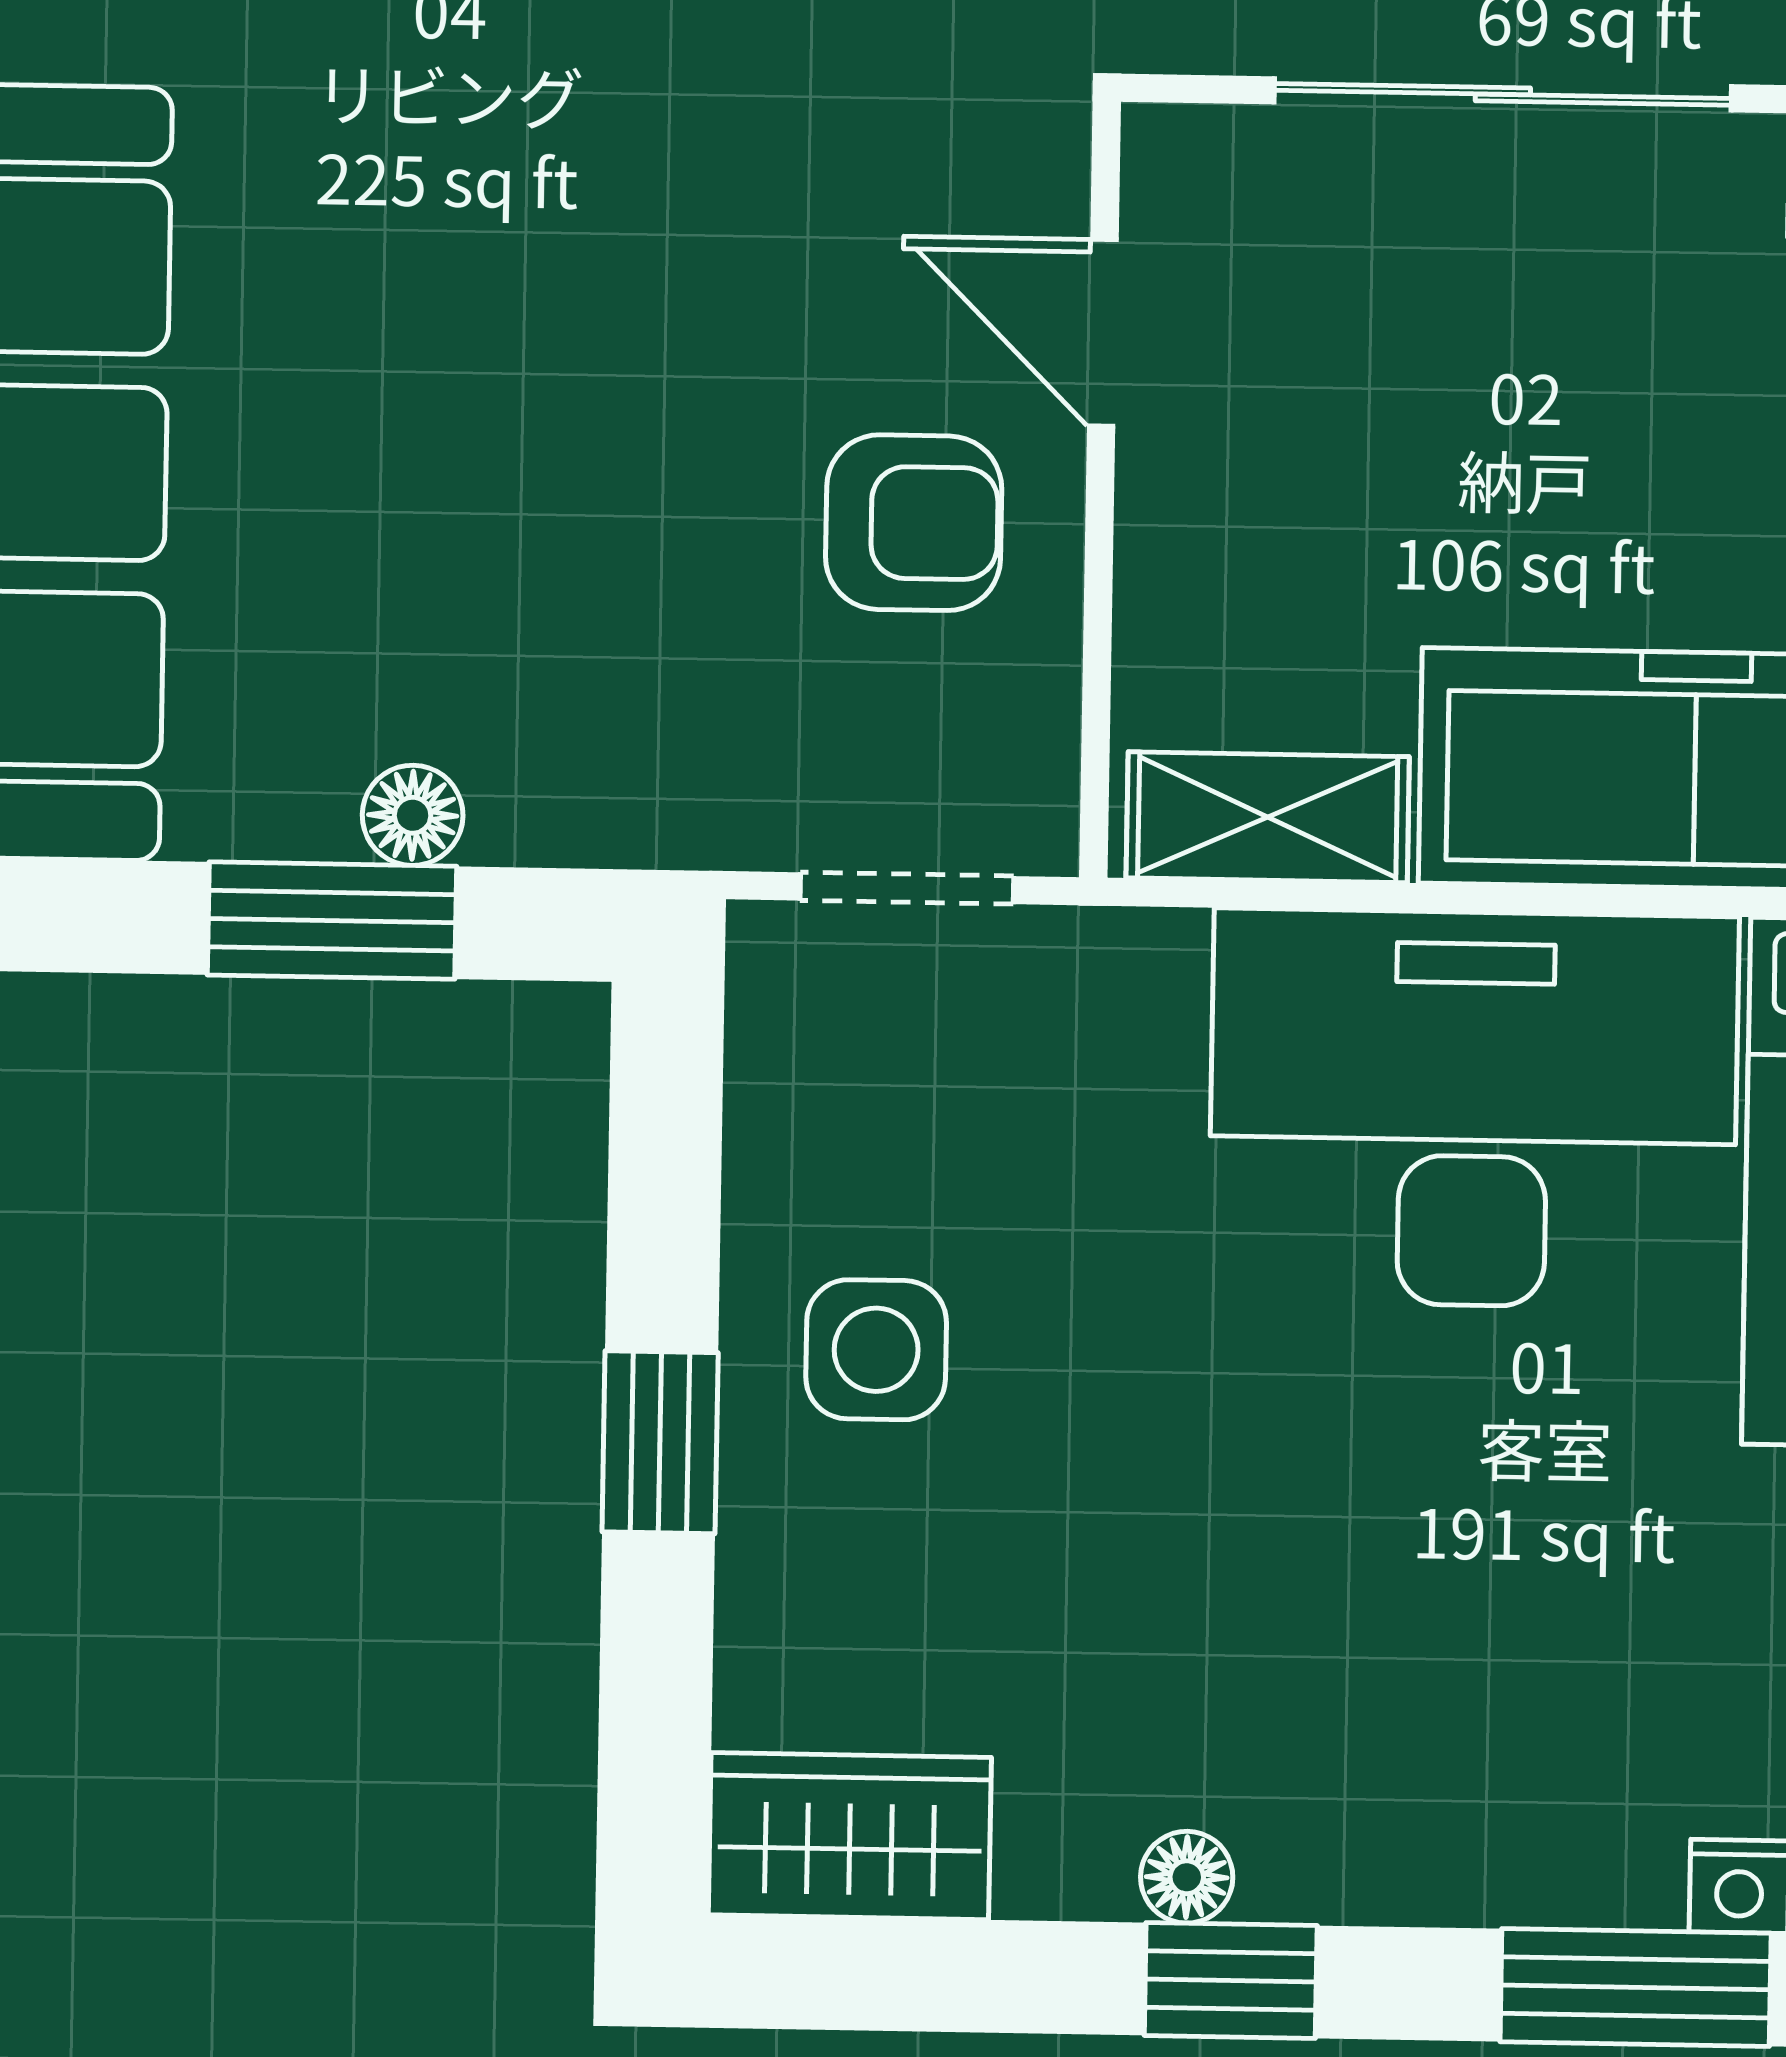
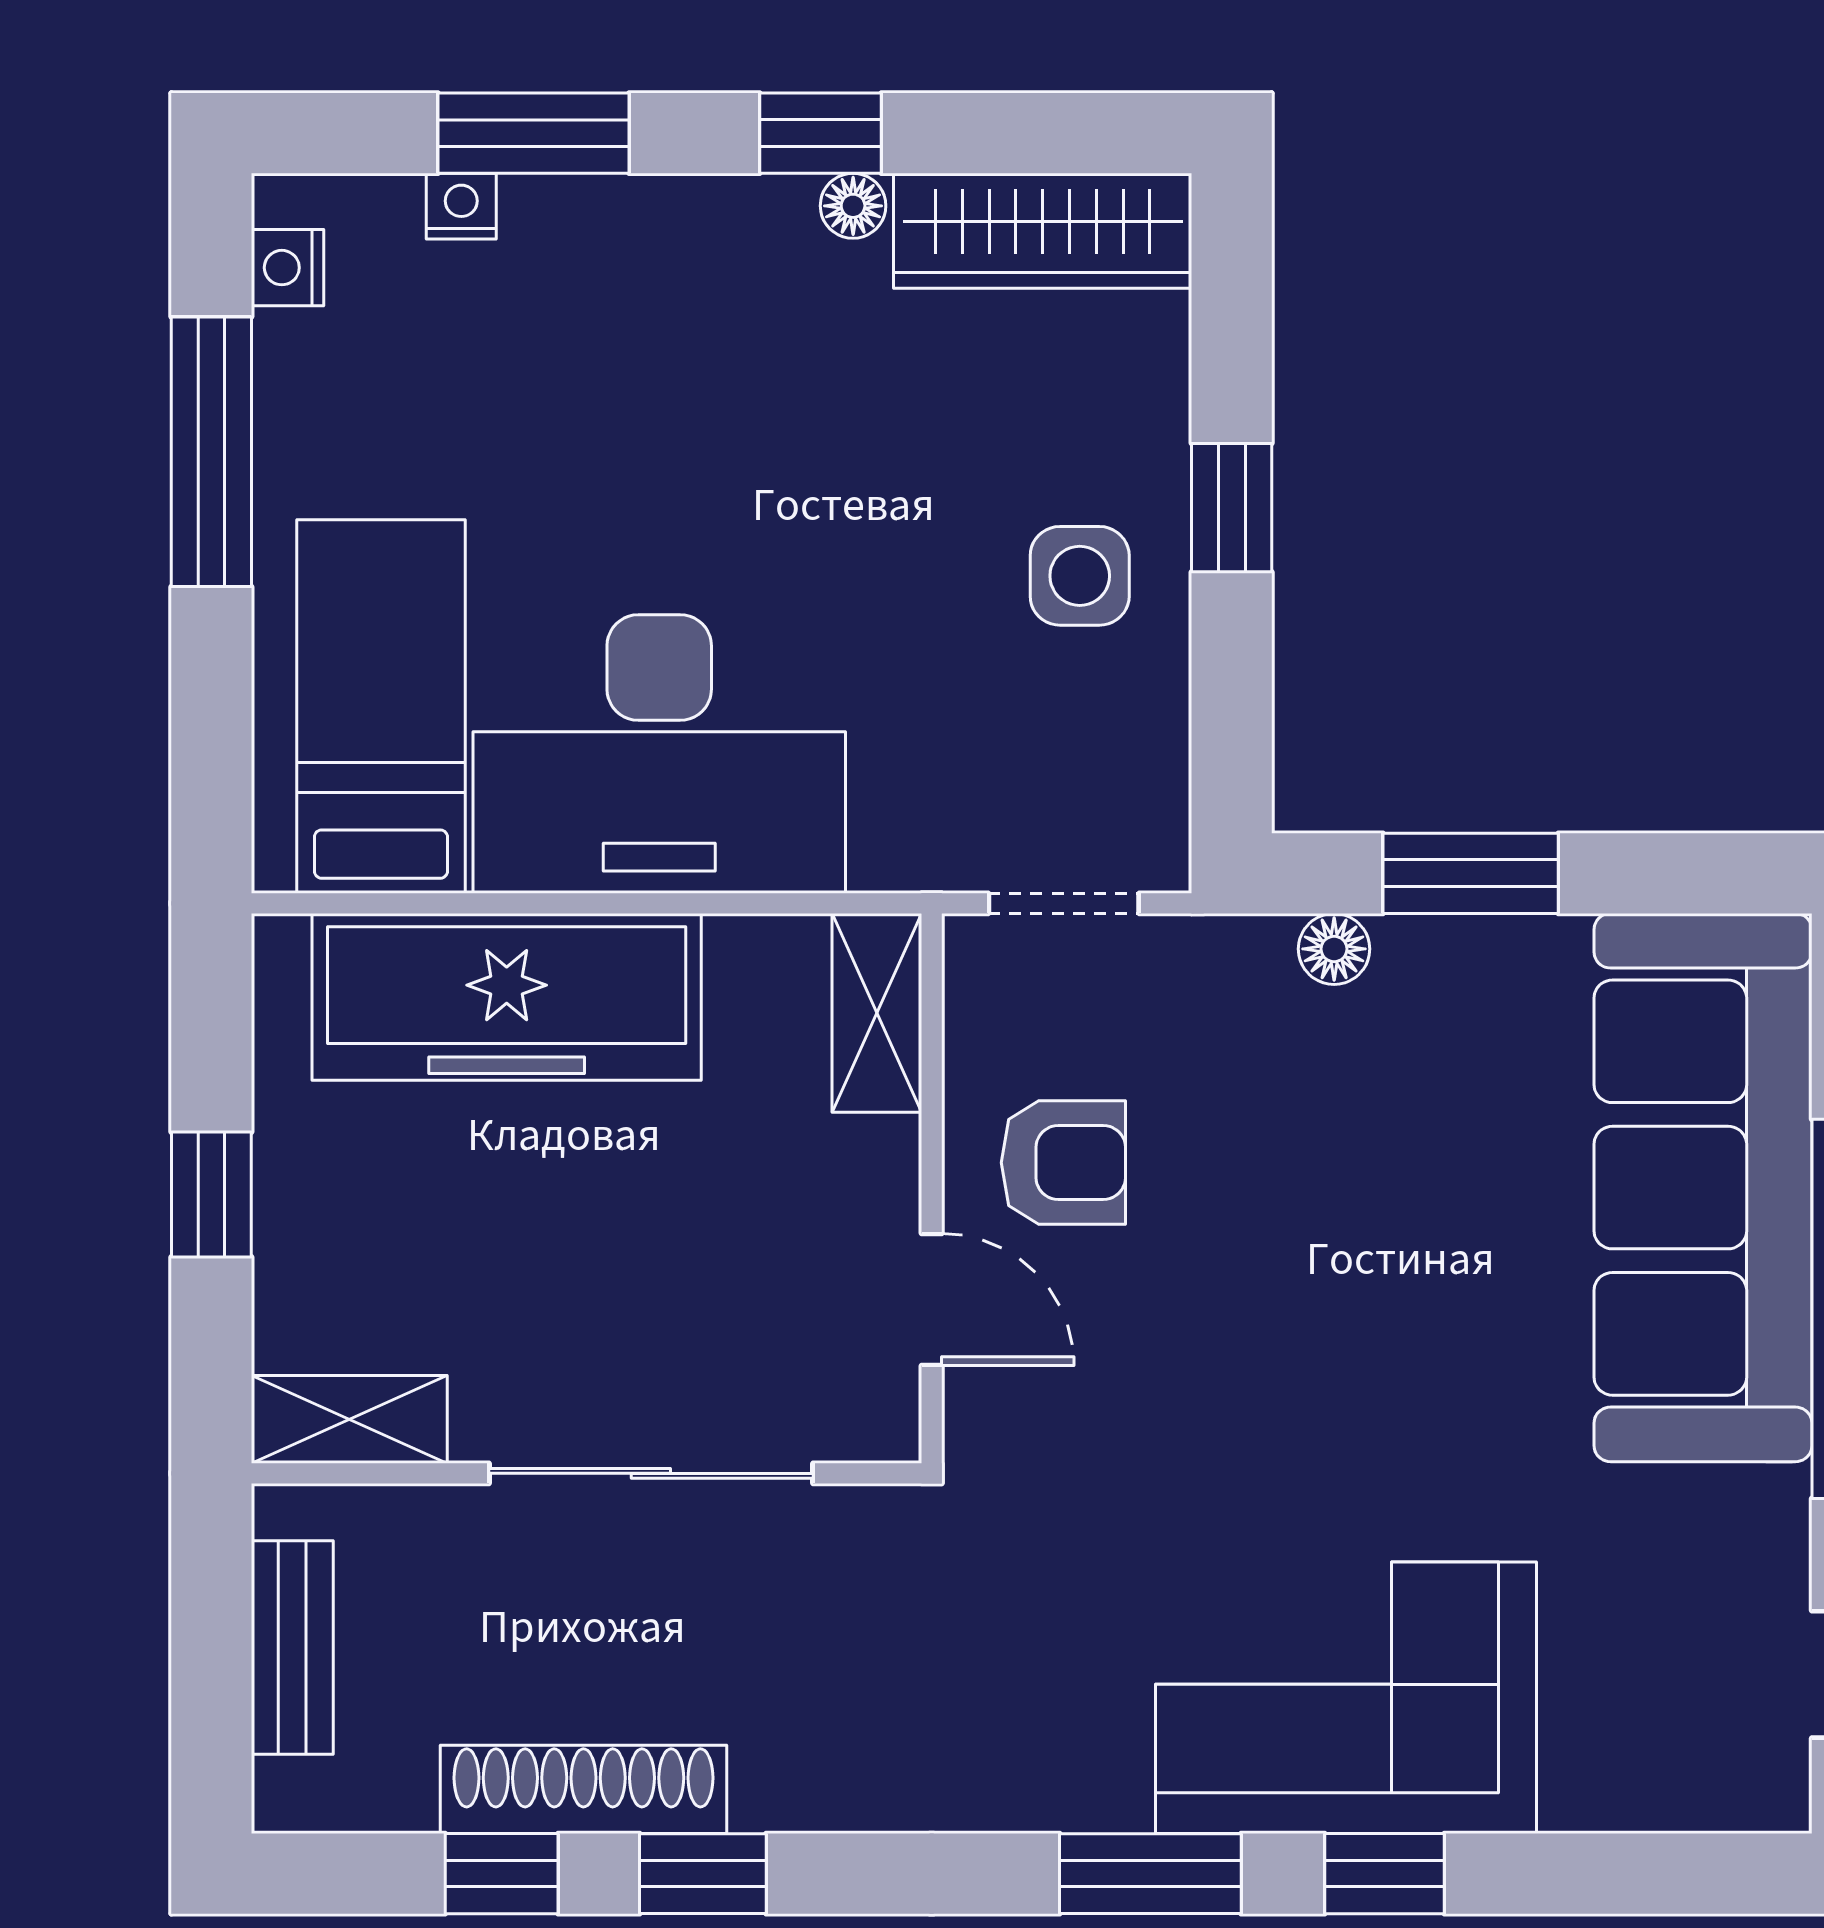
armchair: (914, 523) -> (1063, 1163), turned 180
floor lamp: (413, 815) -> (1334, 949), moved
shelving: (1268, 817) -> (877, 1013), moved, turned 90
wardrobe: (850, 1836) -> (1043, 231), width x1.50

